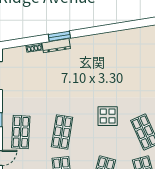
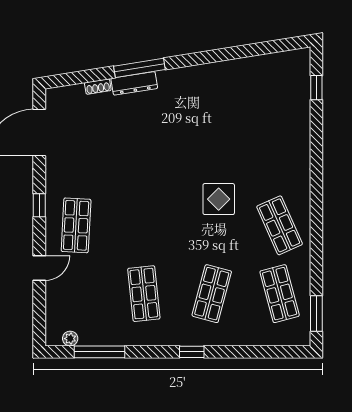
window: (59, 36) -> (139, 68), width x1.44
shop shelf: (62, 132) -> (144, 225), removed

